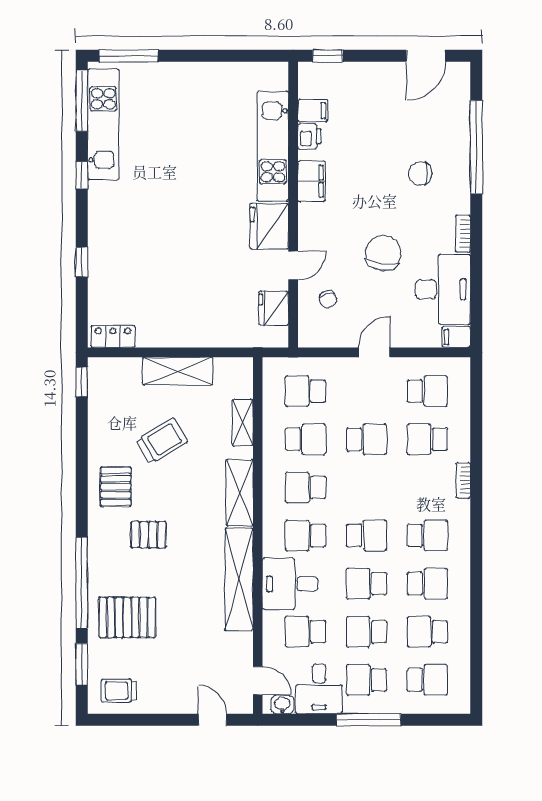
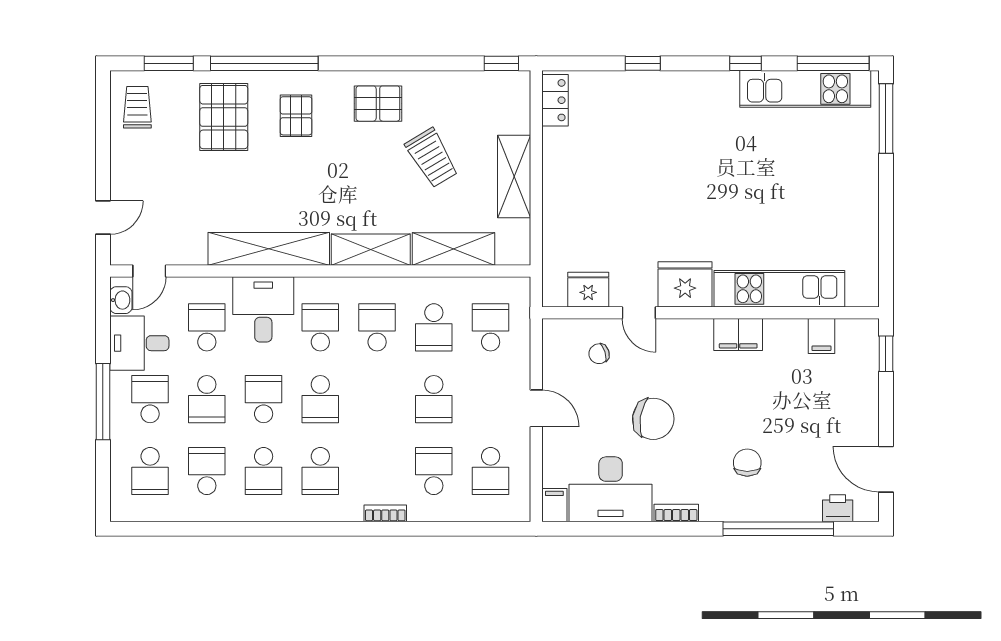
printer: (309, 136) -> (838, 508), moved, turned 180
shelving: (243, 423) -> (453, 249), width x1.50, depth x1.33
pallet: (148, 535) -> (296, 116), moved
school desk: (366, 632) -> (207, 399), turned 180

